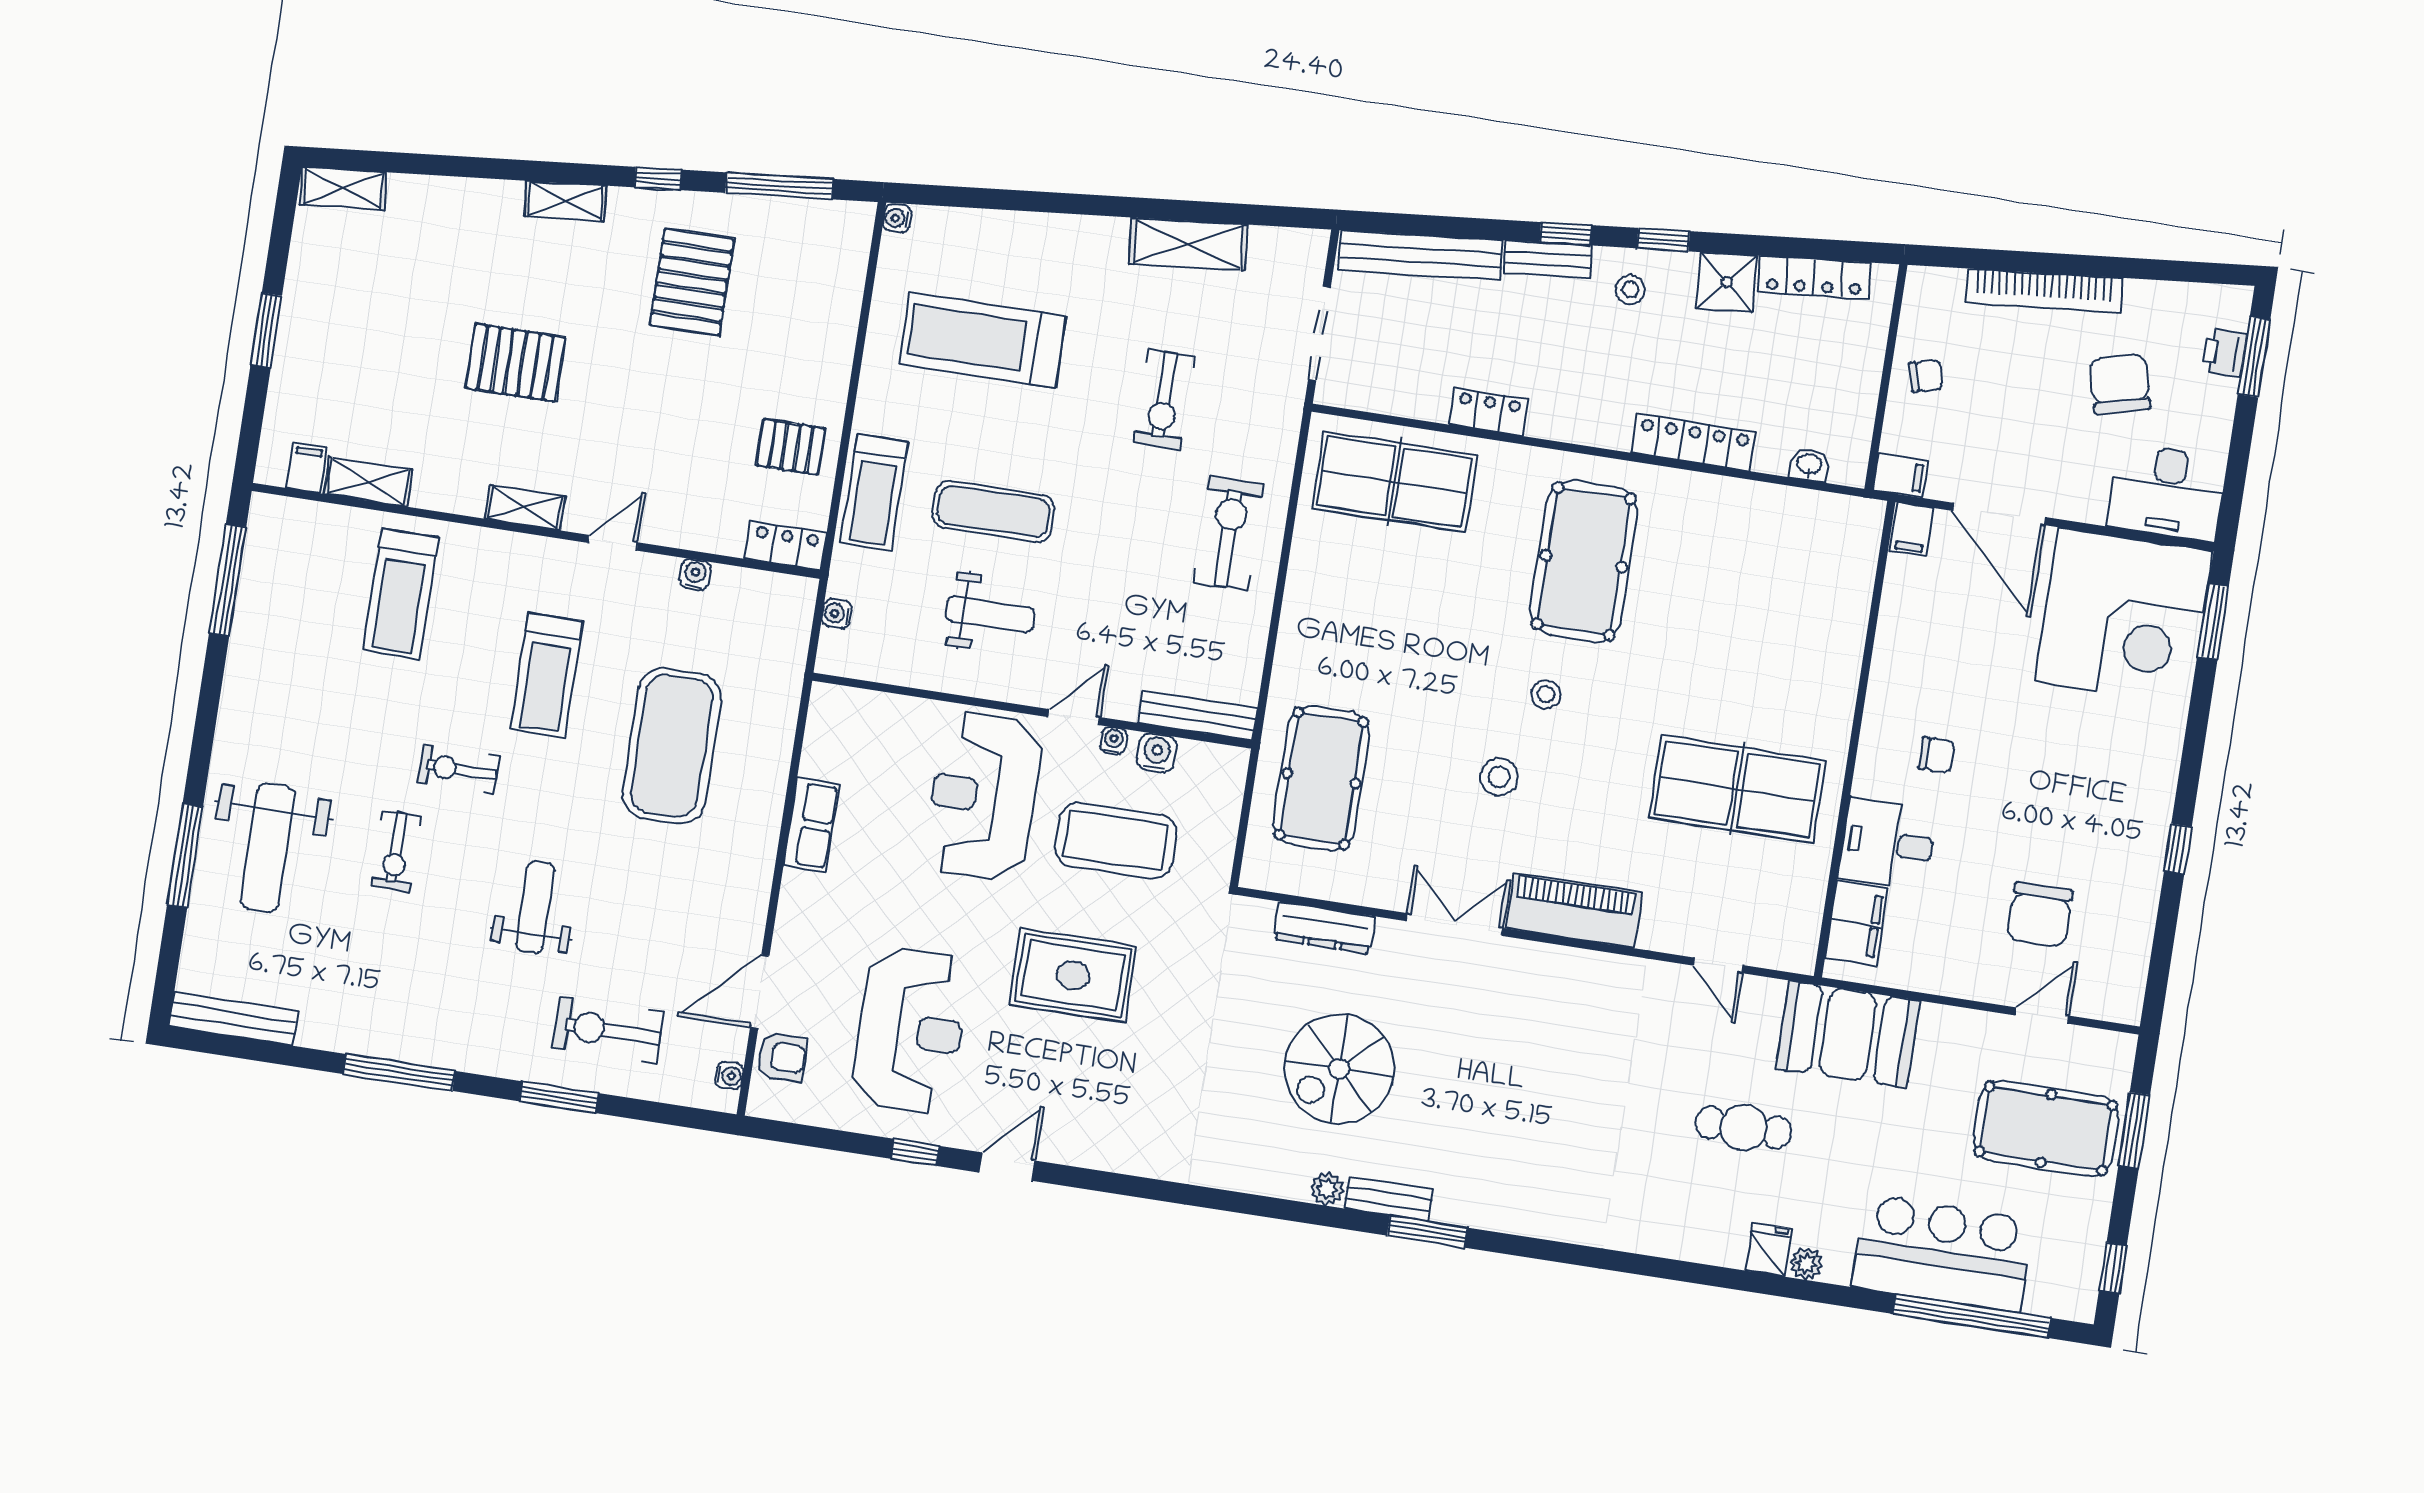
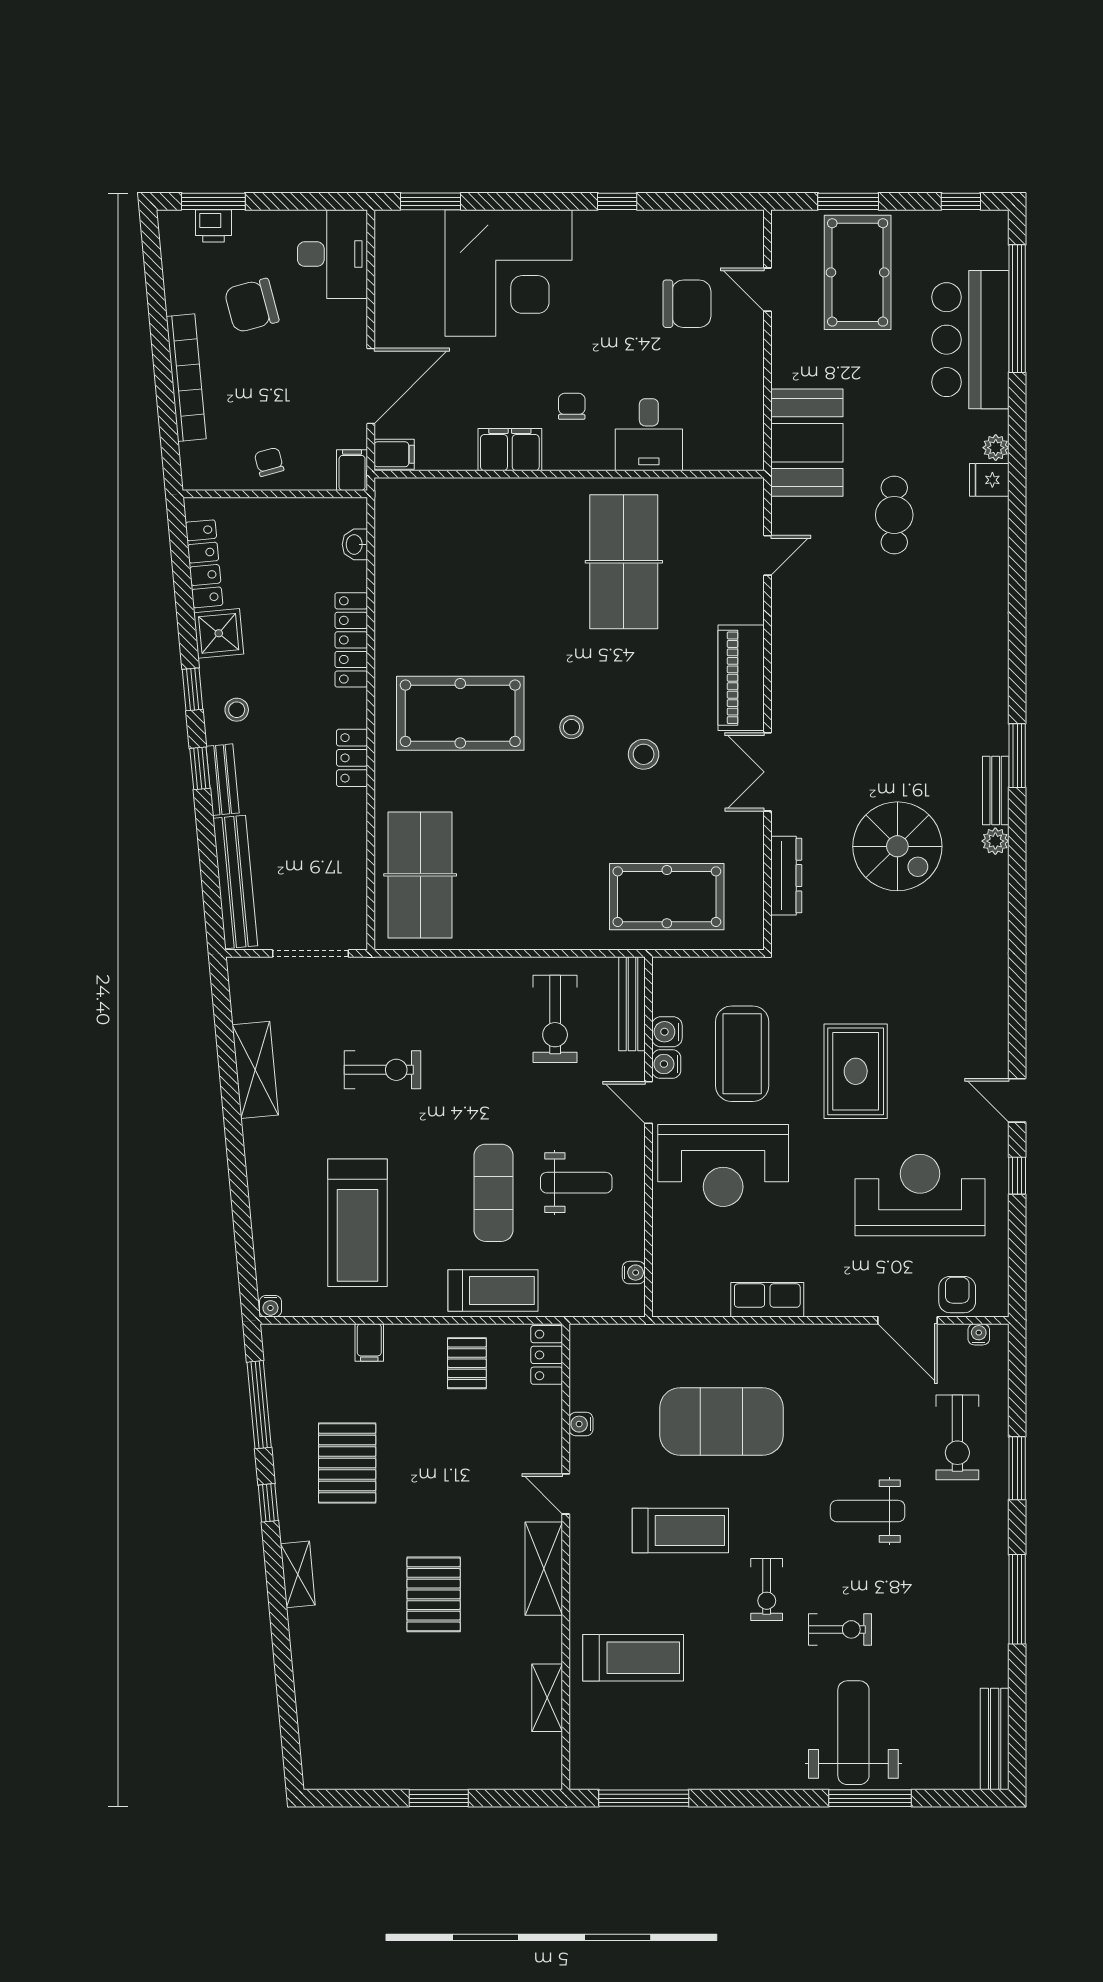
shelving: (343, 189) -> (315, 1754), removed
pallet: (692, 282) -> (347, 1463), turned 90
locker: (1489, 412) -> (352, 758), moved
filing cabinet: (307, 468) -> (369, 1343), moved, turned -90
shelving: (525, 507) -> (544, 1569), width x1.50, depth x1.33
exercise bike: (1228, 534) -> (555, 1019), moved, turned -90
water cooler: (837, 614) -> (634, 1273), moved, turned -90
weight bench: (990, 614) -> (576, 1183), turned 90
corner desk: (2124, 616) -> (508, 273), moved, turned 90
water cooler: (1113, 740) -> (666, 1064), width x1.38, depth x1.38
weight bench: (268, 848) -> (853, 1733), turned -90
filing cabinet: (1857, 923) -> (510, 450), moved

